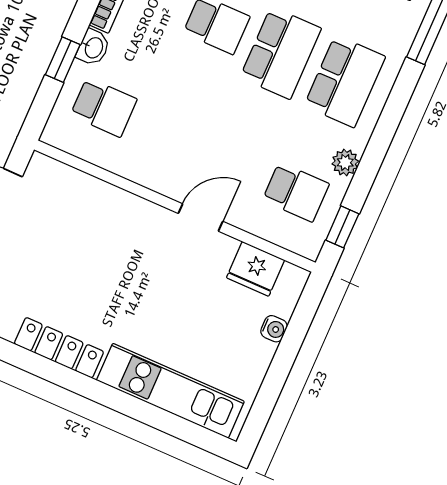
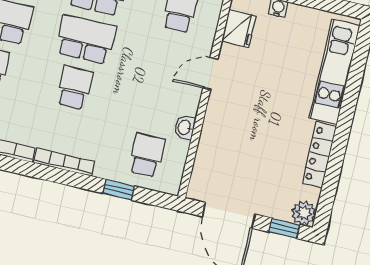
washbasin: (93, 47) -> (185, 127), moved, turned -90
door: (201, 217) -> (210, 73), hinge flipped

